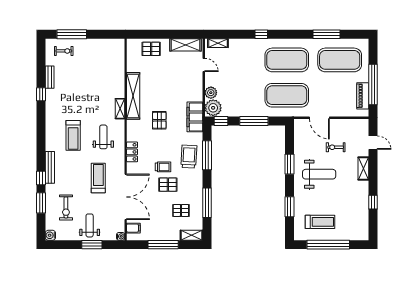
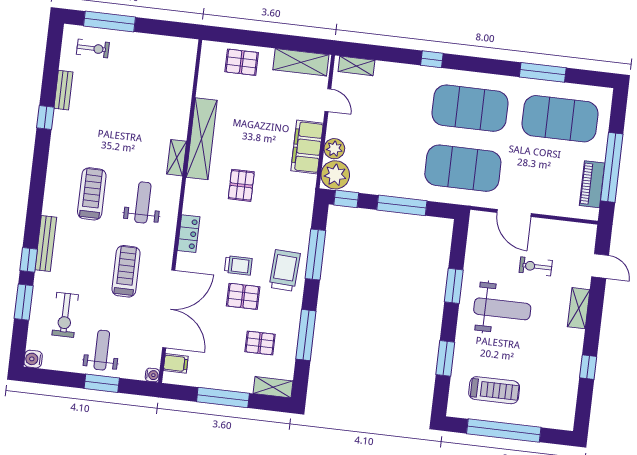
filing cabinet: (195, 117) -> (307, 147), moved
treadmill: (73, 135) -> (92, 194), turned 180
trolley: (189, 157) -> (285, 270), moved

